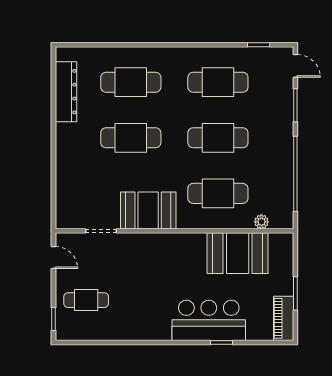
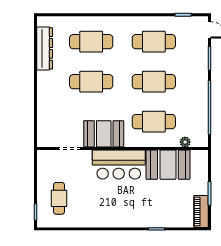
door: (53, 257) -> (35, 168), removed
cafe table: (86, 300) -> (59, 198), turned 90
bar counter: (209, 320) -> (119, 165), moved, turned 180

